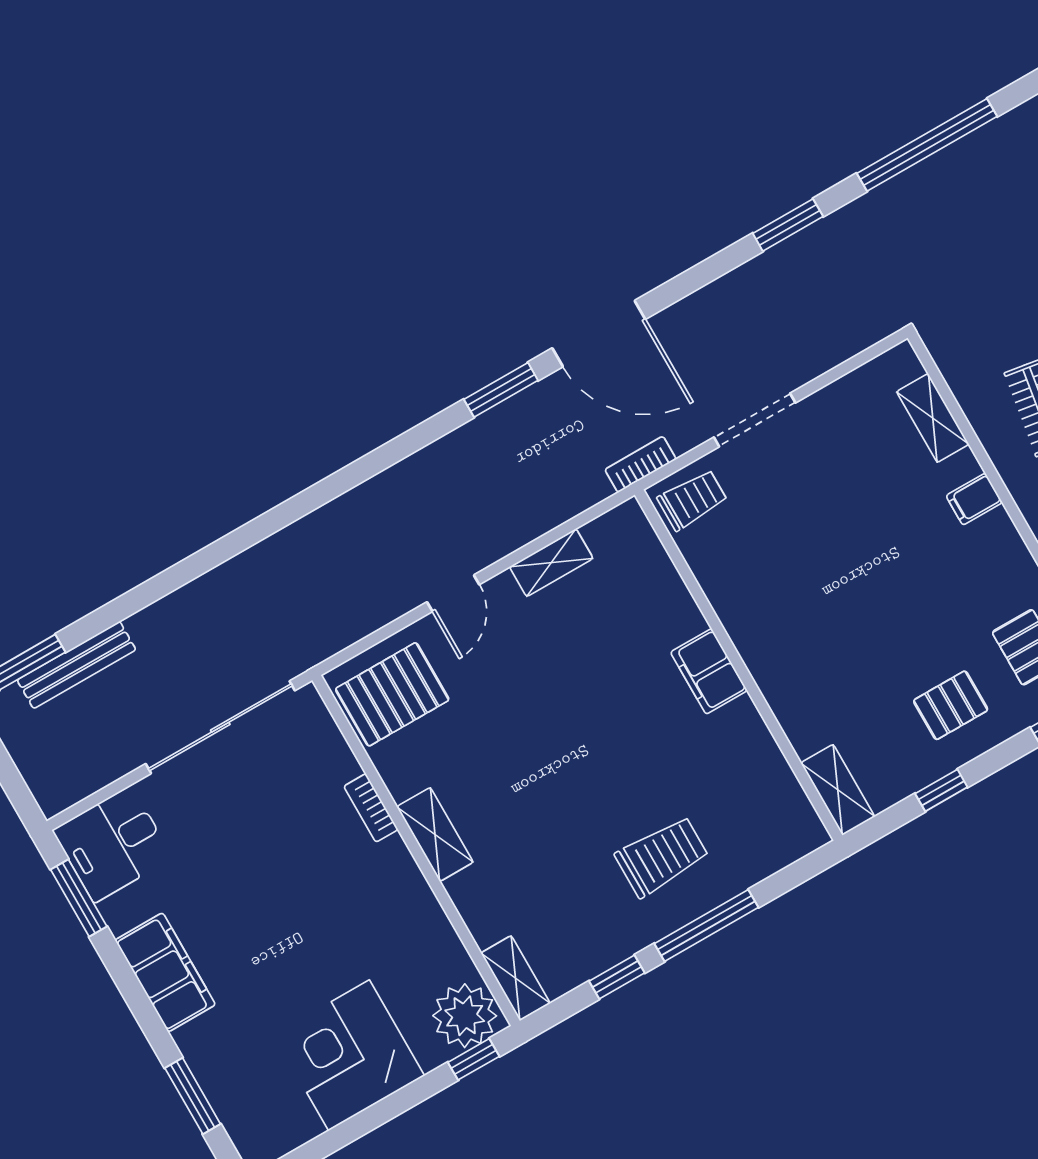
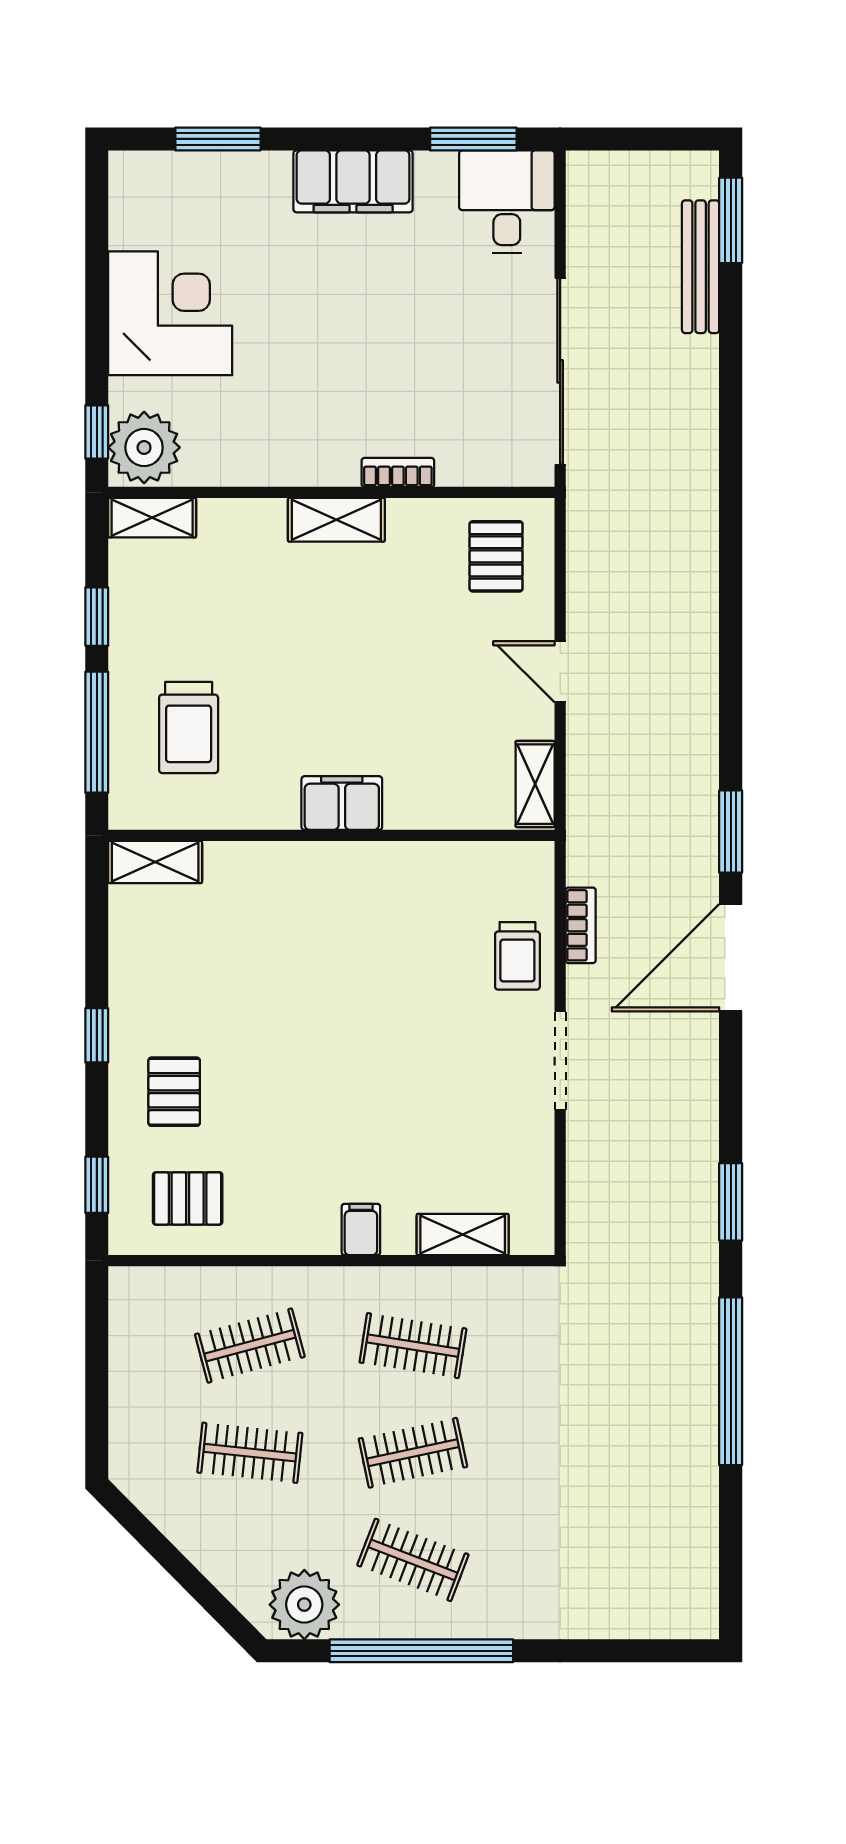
wall: (739, 665) -> (331, 835), moved
filing cabinet: (709, 671) -> (342, 803), moved
pallet: (392, 694) -> (496, 556), width x0.67, depth x0.71
shelving: (838, 790) -> (155, 862), moved

